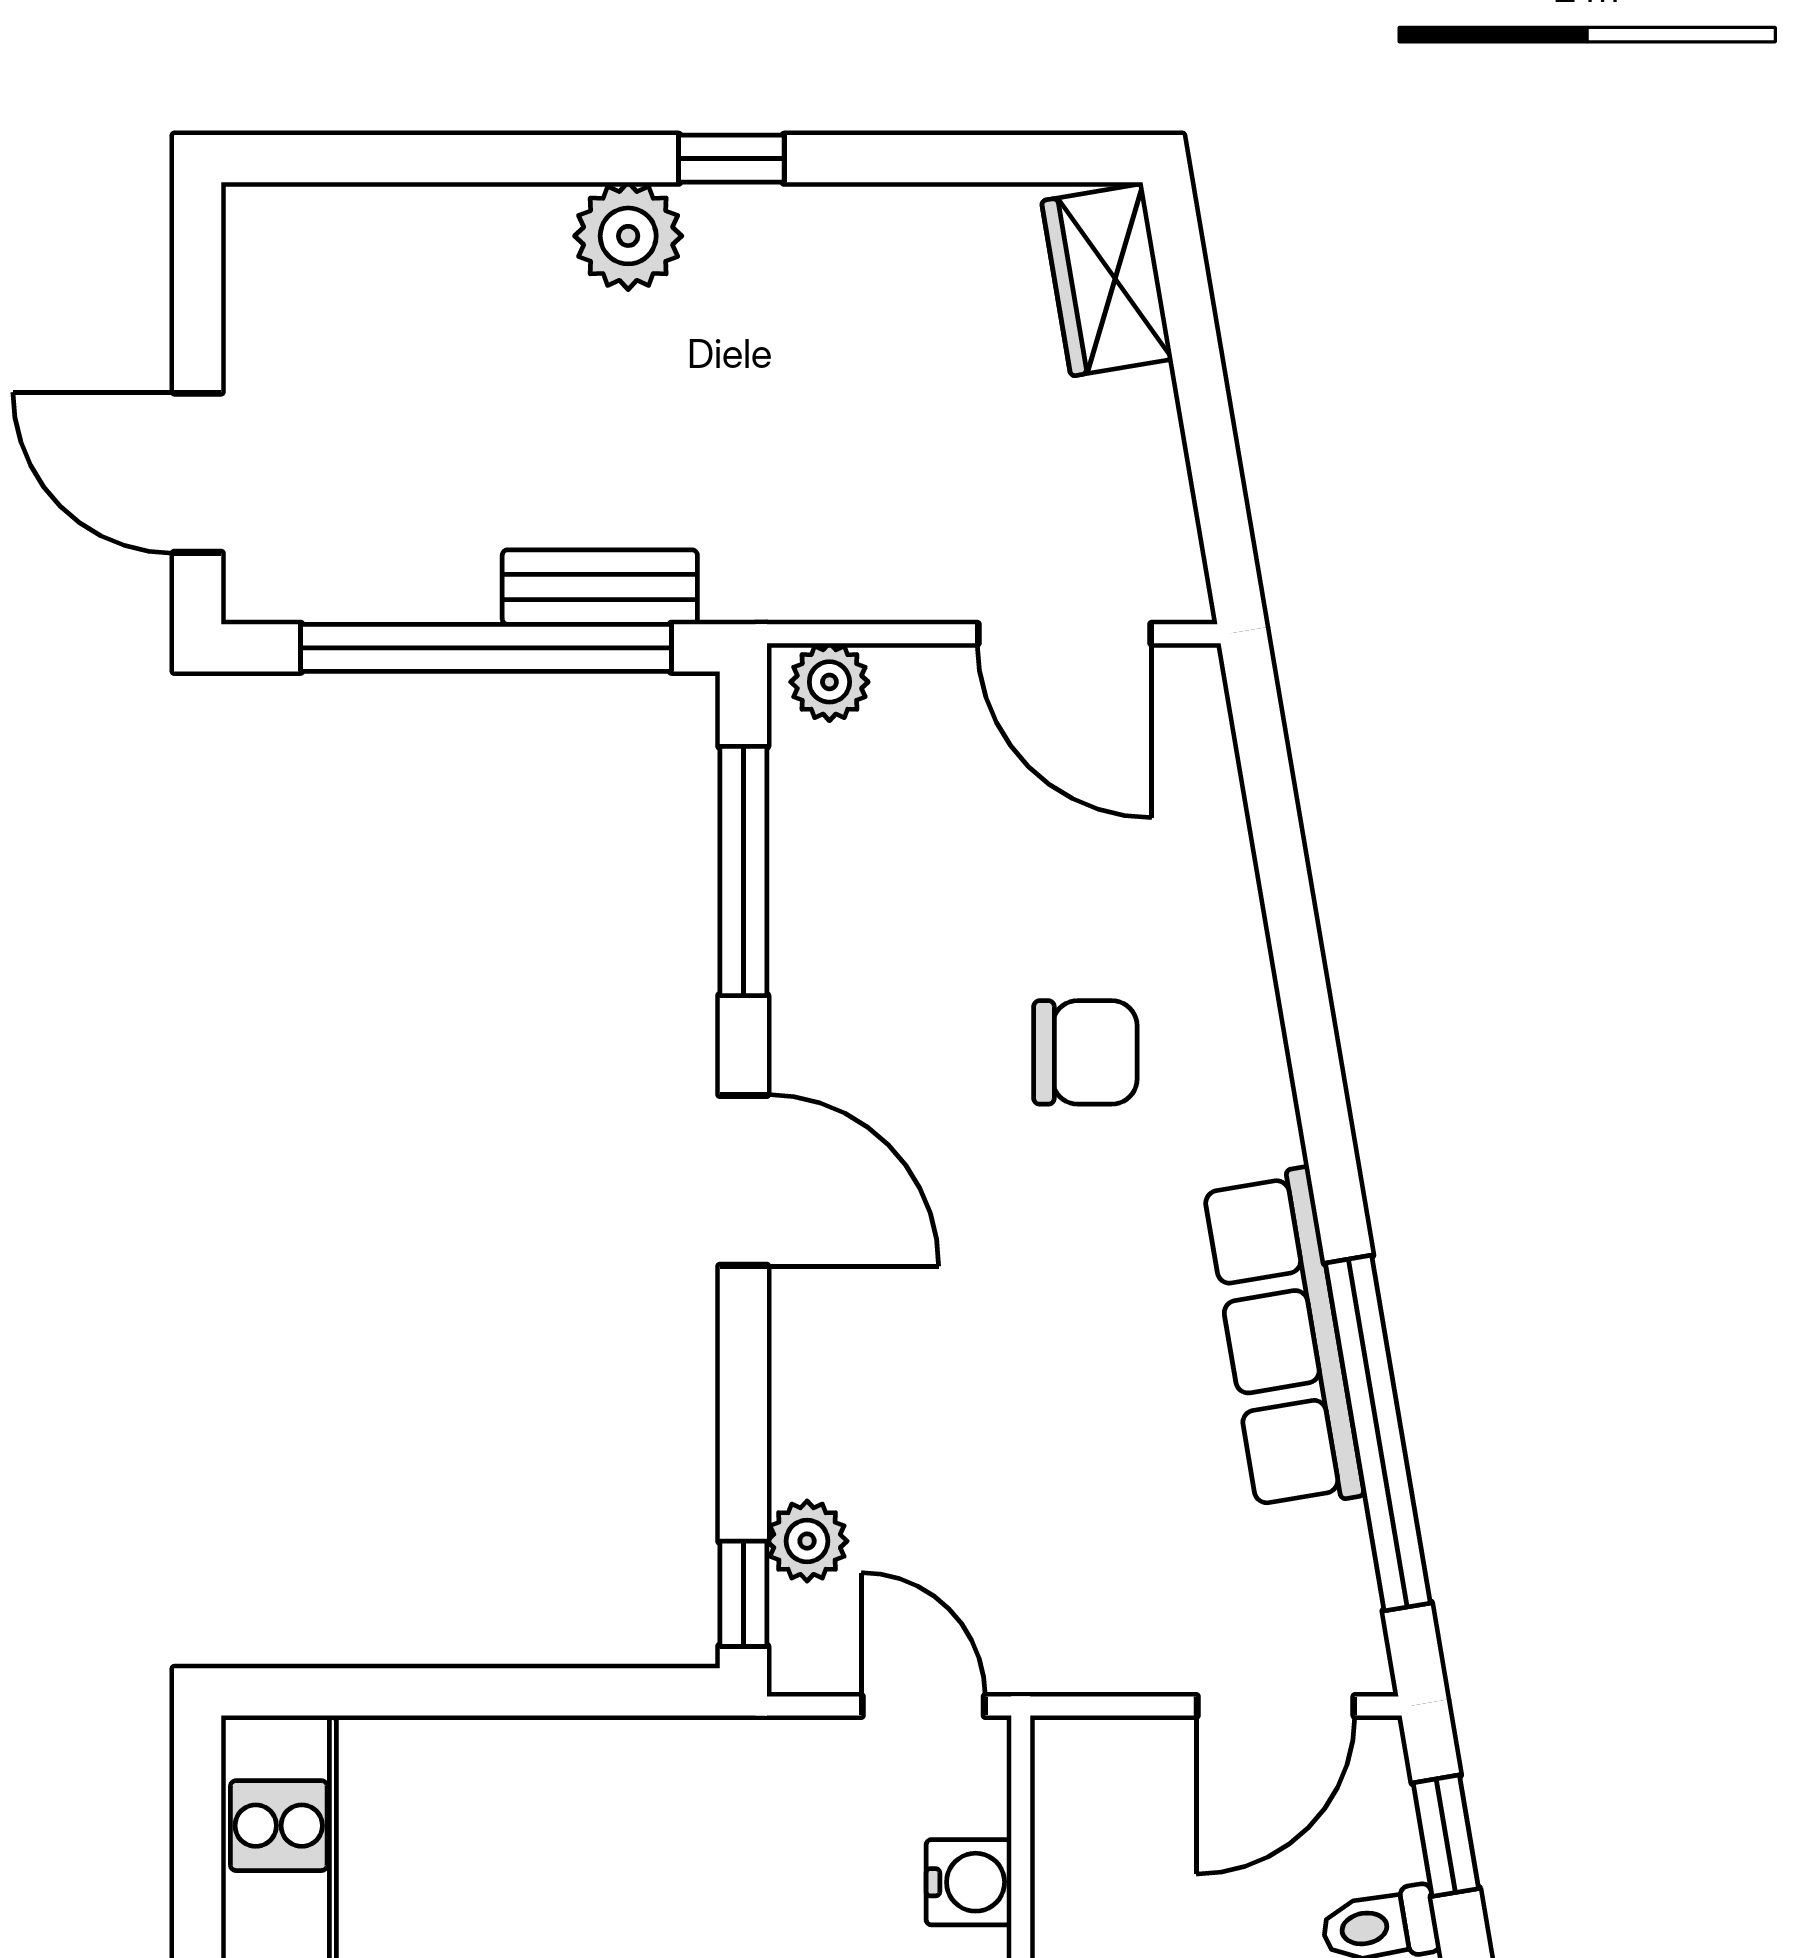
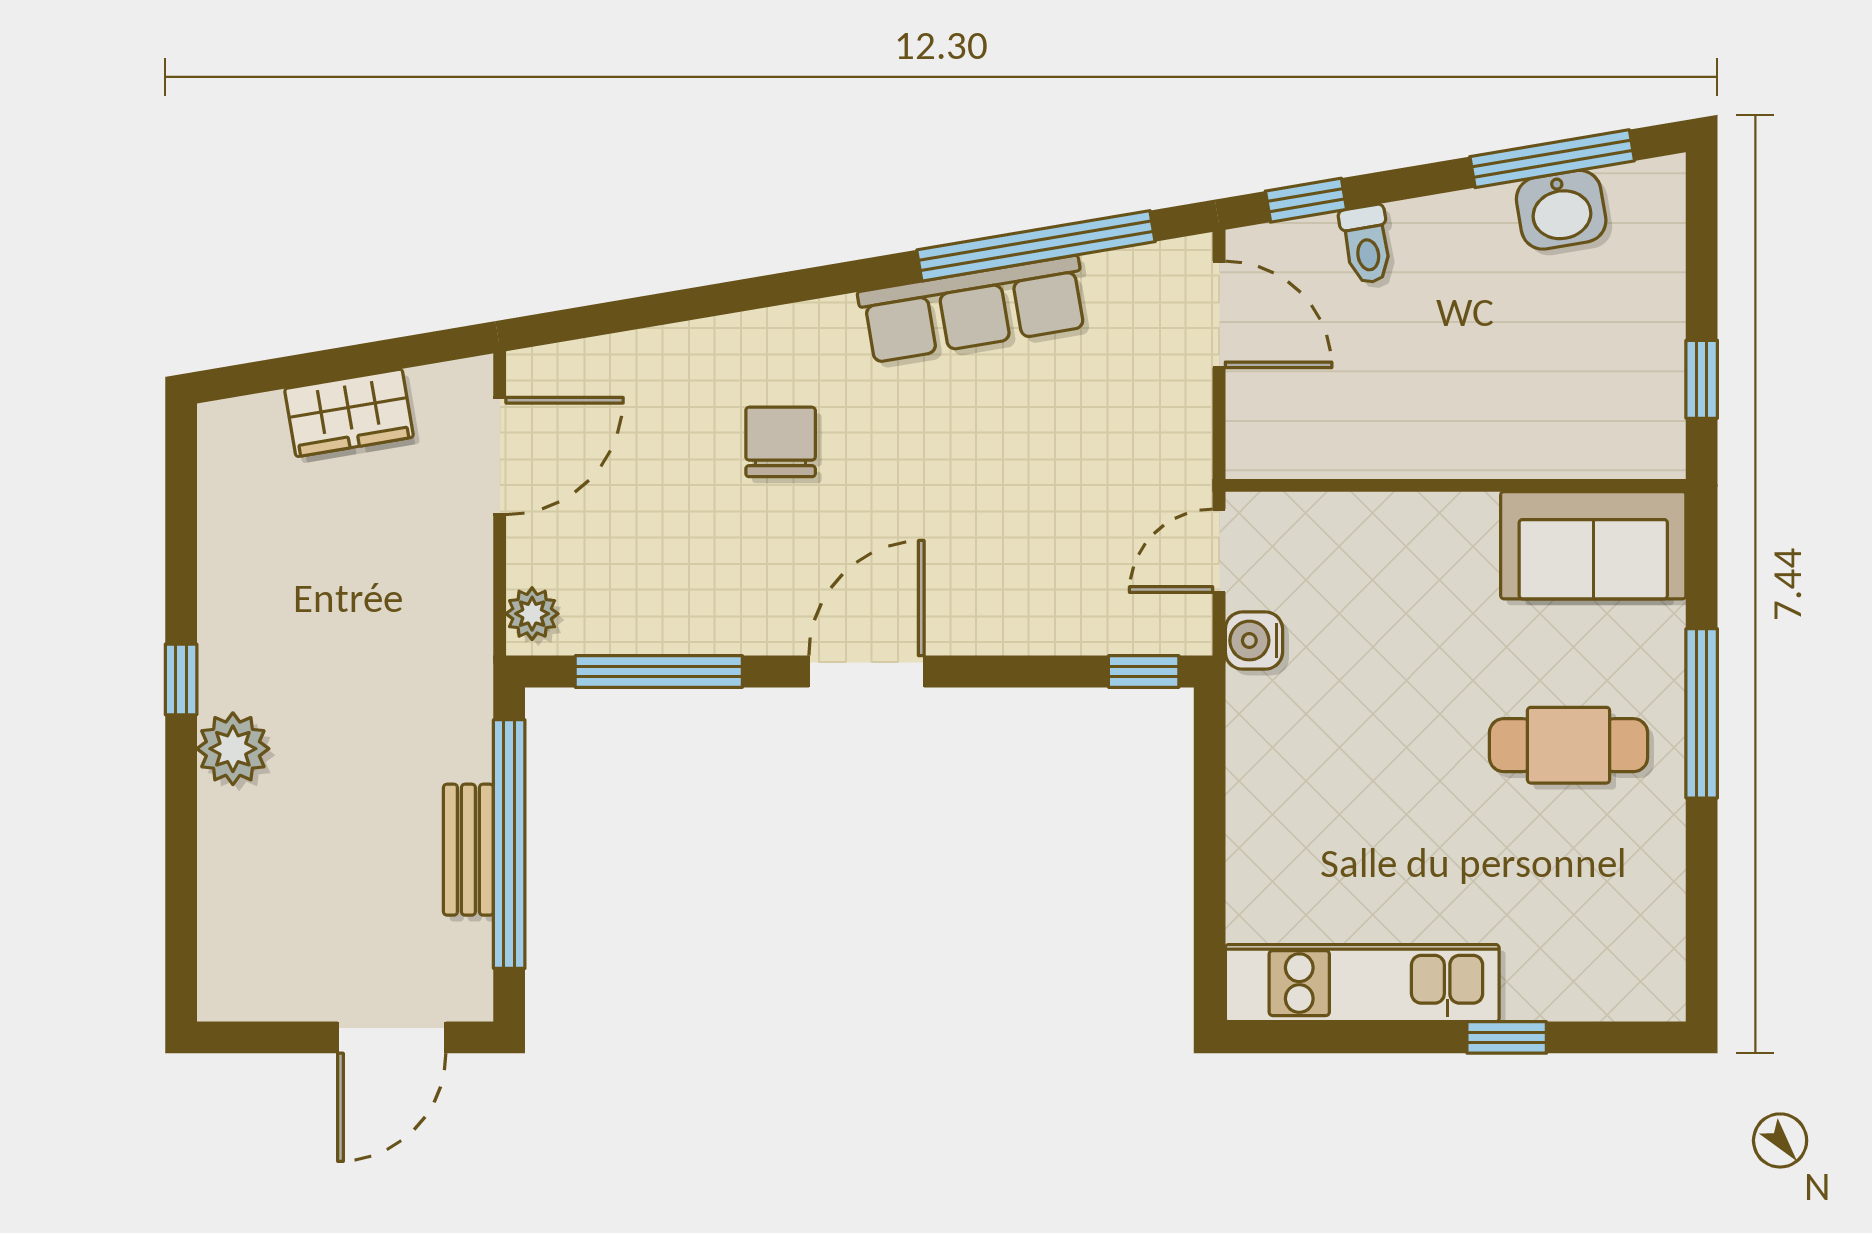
wardrobe: (1107, 280) -> (349, 413), moved
bench: (600, 587) -> (468, 850), moved
plant: (807, 1541) -> (1108, 629), removed
water cooler: (969, 1882) -> (1254, 641), moved, turned -90

